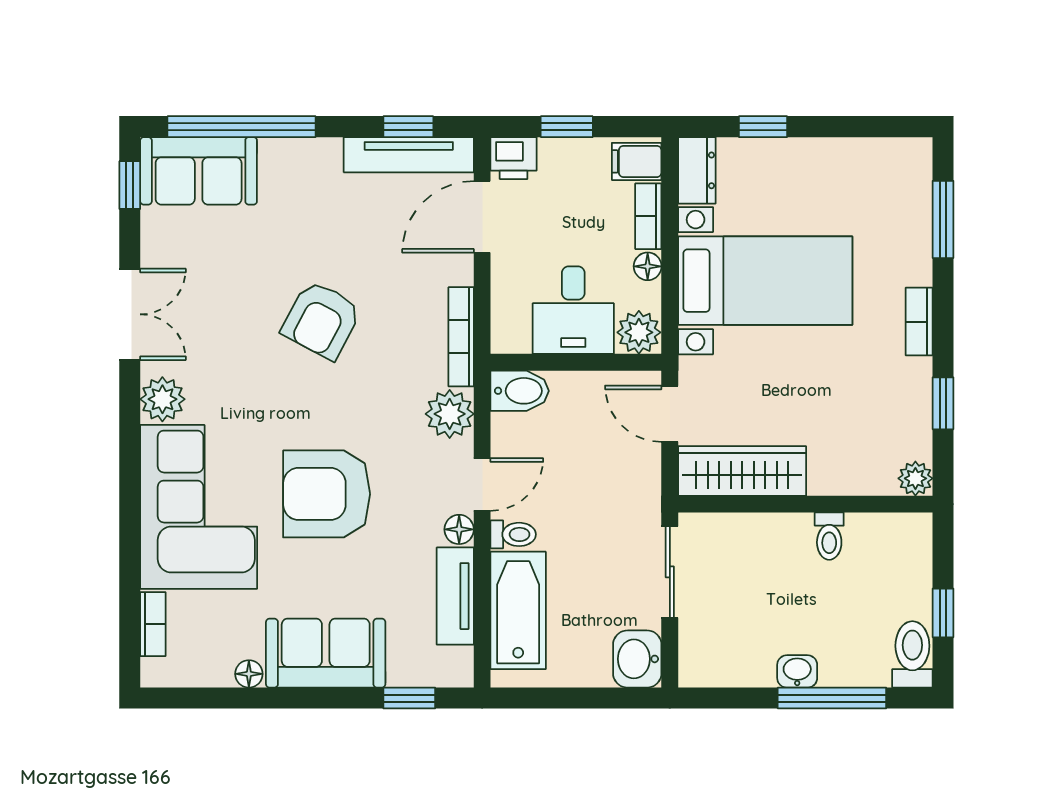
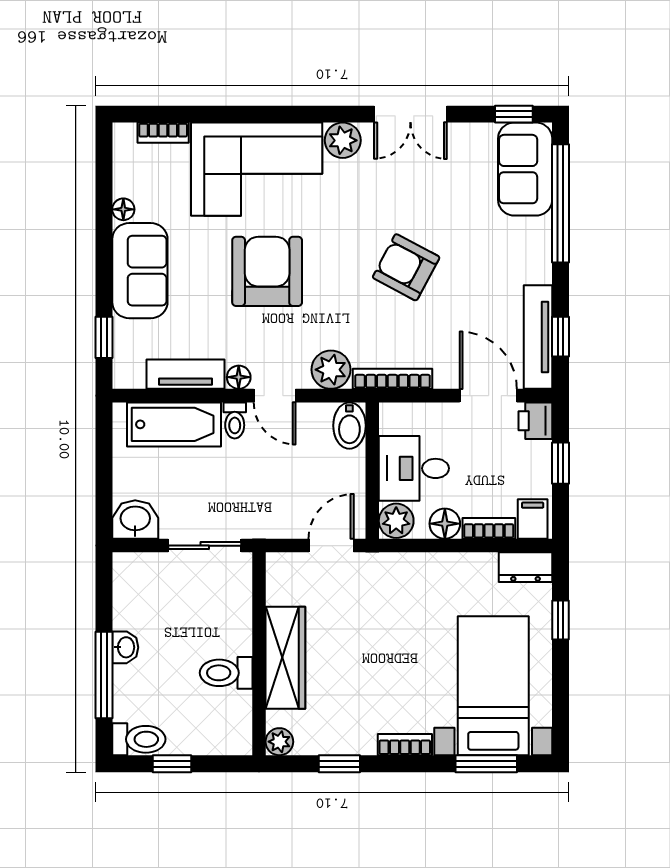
floor lamp: (648, 266) -> (445, 524), width x1.37, depth x1.37
bed with nightstands: (765, 281) -> (493, 686), moved, turned 180
wardrobe: (742, 471) -> (285, 658), moved
toilet: (829, 536) -> (226, 673), width x1.37, depth x1.39

